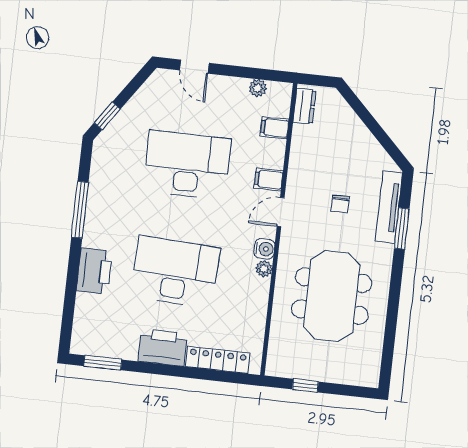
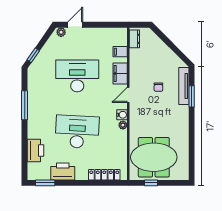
door: (194, 67) -> (75, 25), swing flipped
plant: (258, 88) -> (61, 32), moved
filing cabinet: (268, 179) -> (120, 73), width x2.00
printer: (94, 271) -> (35, 151), moved
meeting table: (332, 296) -> (154, 157), moved, turned 90
printer: (163, 347) -> (63, 172), moved

